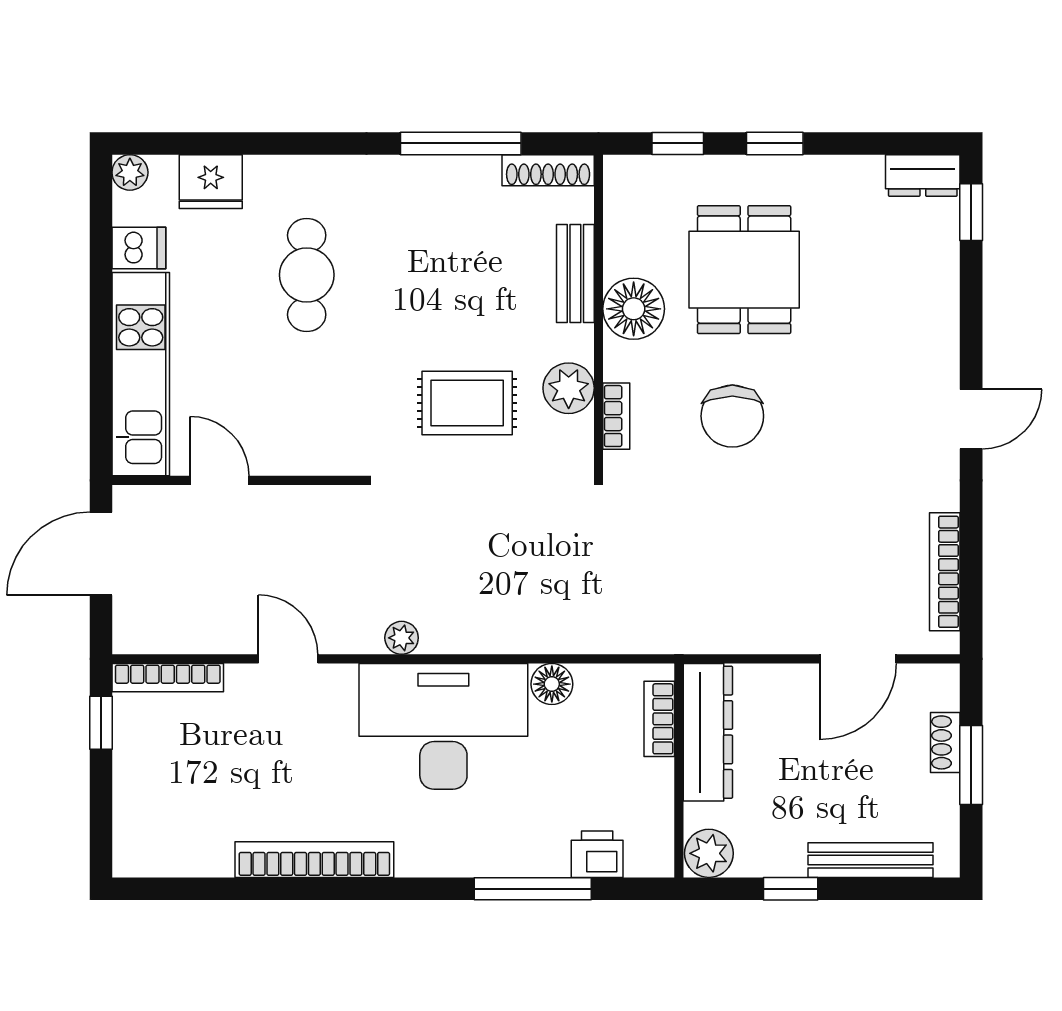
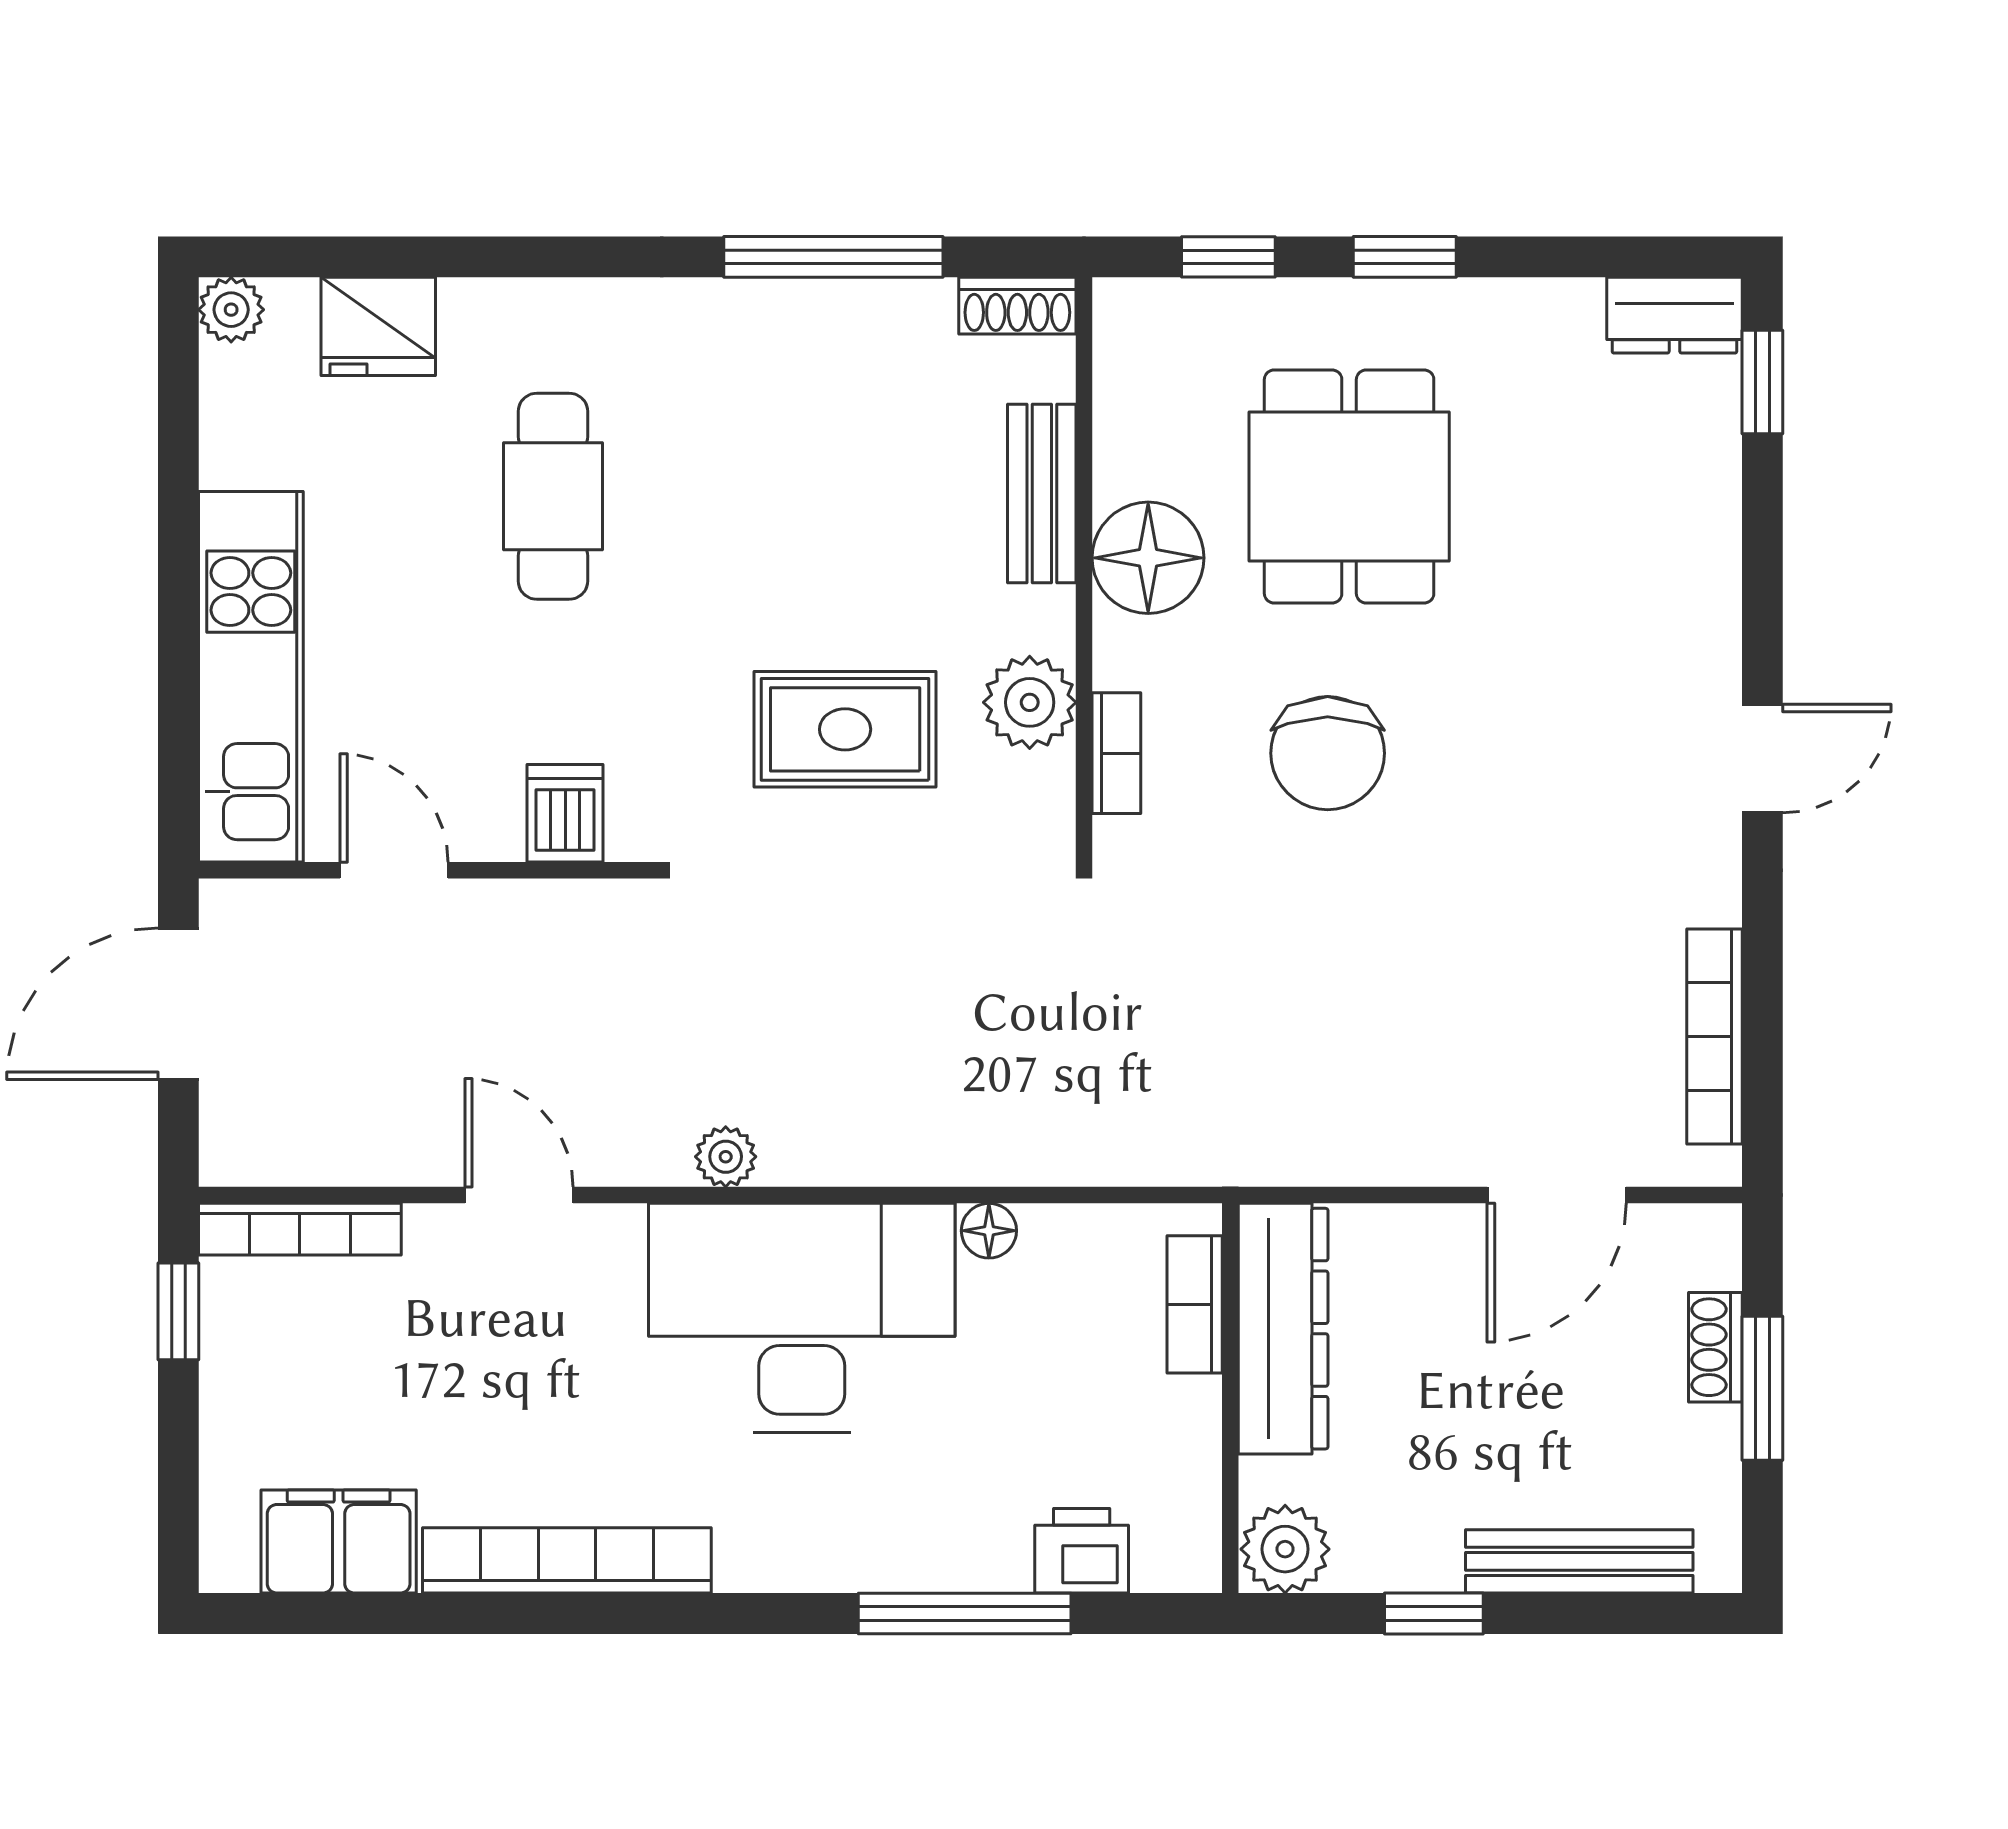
shoe rack: (548, 170) -> (1017, 306), width x0.70
dishwasher: (139, 248) -> (565, 813), moved, turned -90
floor lamp: (552, 684) -> (989, 1231), width x0.73, depth x0.73
filing cabinet: (189, 849) -> (339, 1541), added

